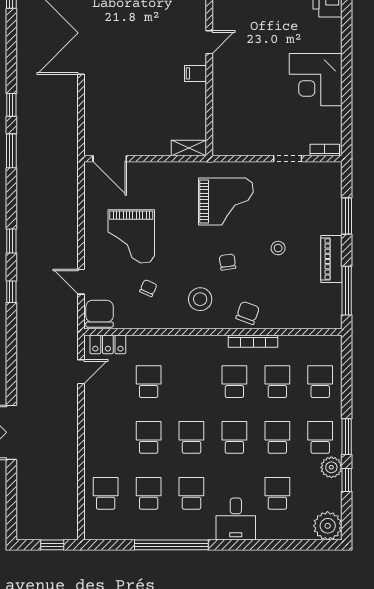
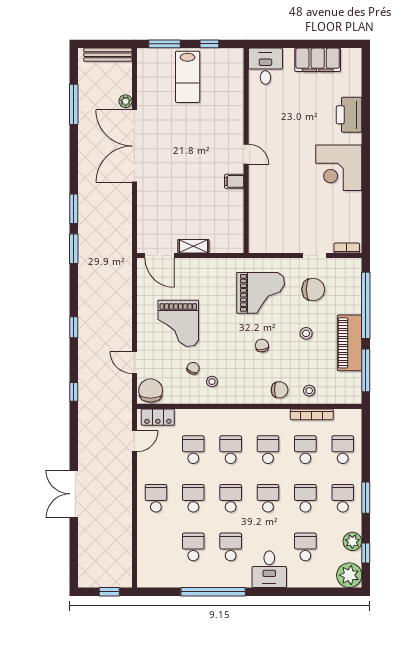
door: (209, 42) -> (246, 154), hinge flipped
corner desk: (316, 80) -> (339, 168), moved
window: (11, 105) -> (74, 209), width x1.50
shelving: (189, 148) -> (193, 246), moved
chair: (286, 198) -> (313, 290), added
window: (347, 216) -> (366, 305), width x2.11
piano: (331, 259) -> (350, 343), width x1.37, depth x1.33
window: (11, 292) -> (74, 392), moved
stool: (200, 299) -> (212, 382), moved, width x0.53, depth x0.53
chair: (248, 313) -> (280, 390), turned 70
stool: (282, 314) -> (309, 391), added
bookcase: (253, 341) -> (312, 414), moved
school desk: (191, 382) -> (231, 450), added
plant: (331, 467) -> (352, 541), moved
window: (347, 480) -> (366, 553), moved
school desk: (106, 493) -> (156, 498), moved

